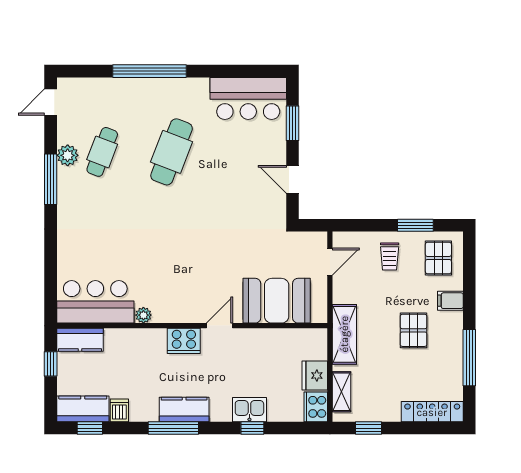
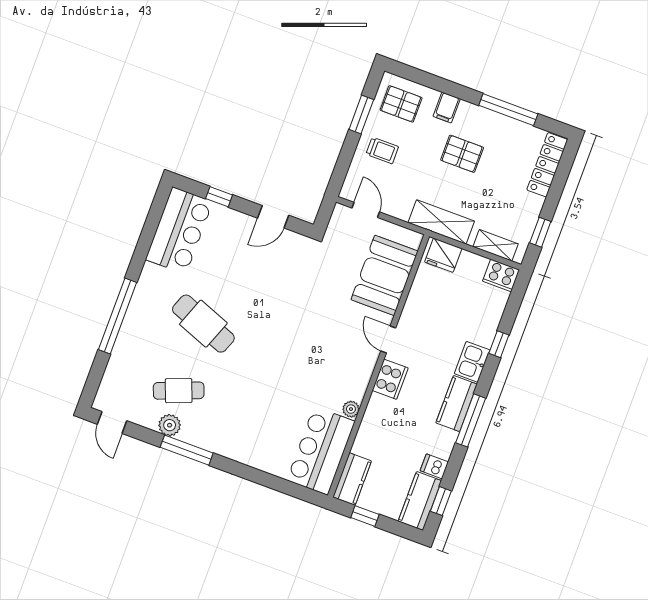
window: (292, 123) -> (219, 197), width x0.67
cafe table: (102, 152) -> (179, 391), turned -42
fridge: (315, 375) -> (443, 255), moved
kitchen sink: (249, 410) -> (472, 362), moved

